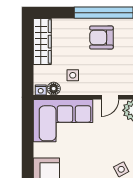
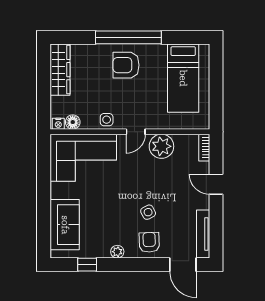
side table: (73, 75) -> (107, 120), moved

